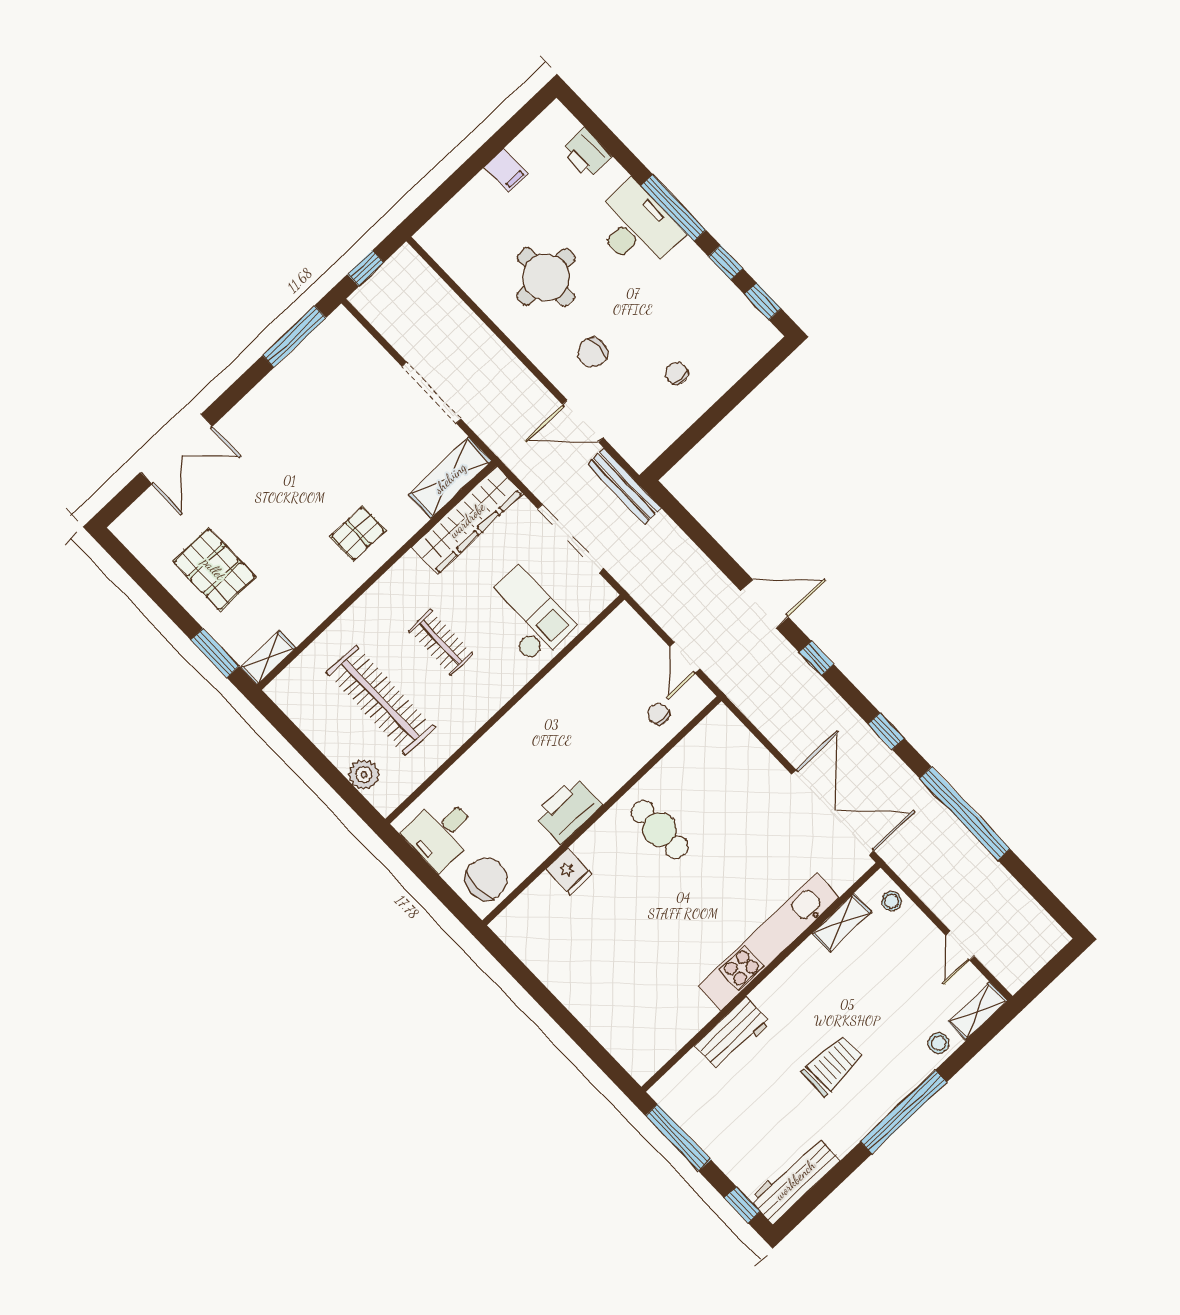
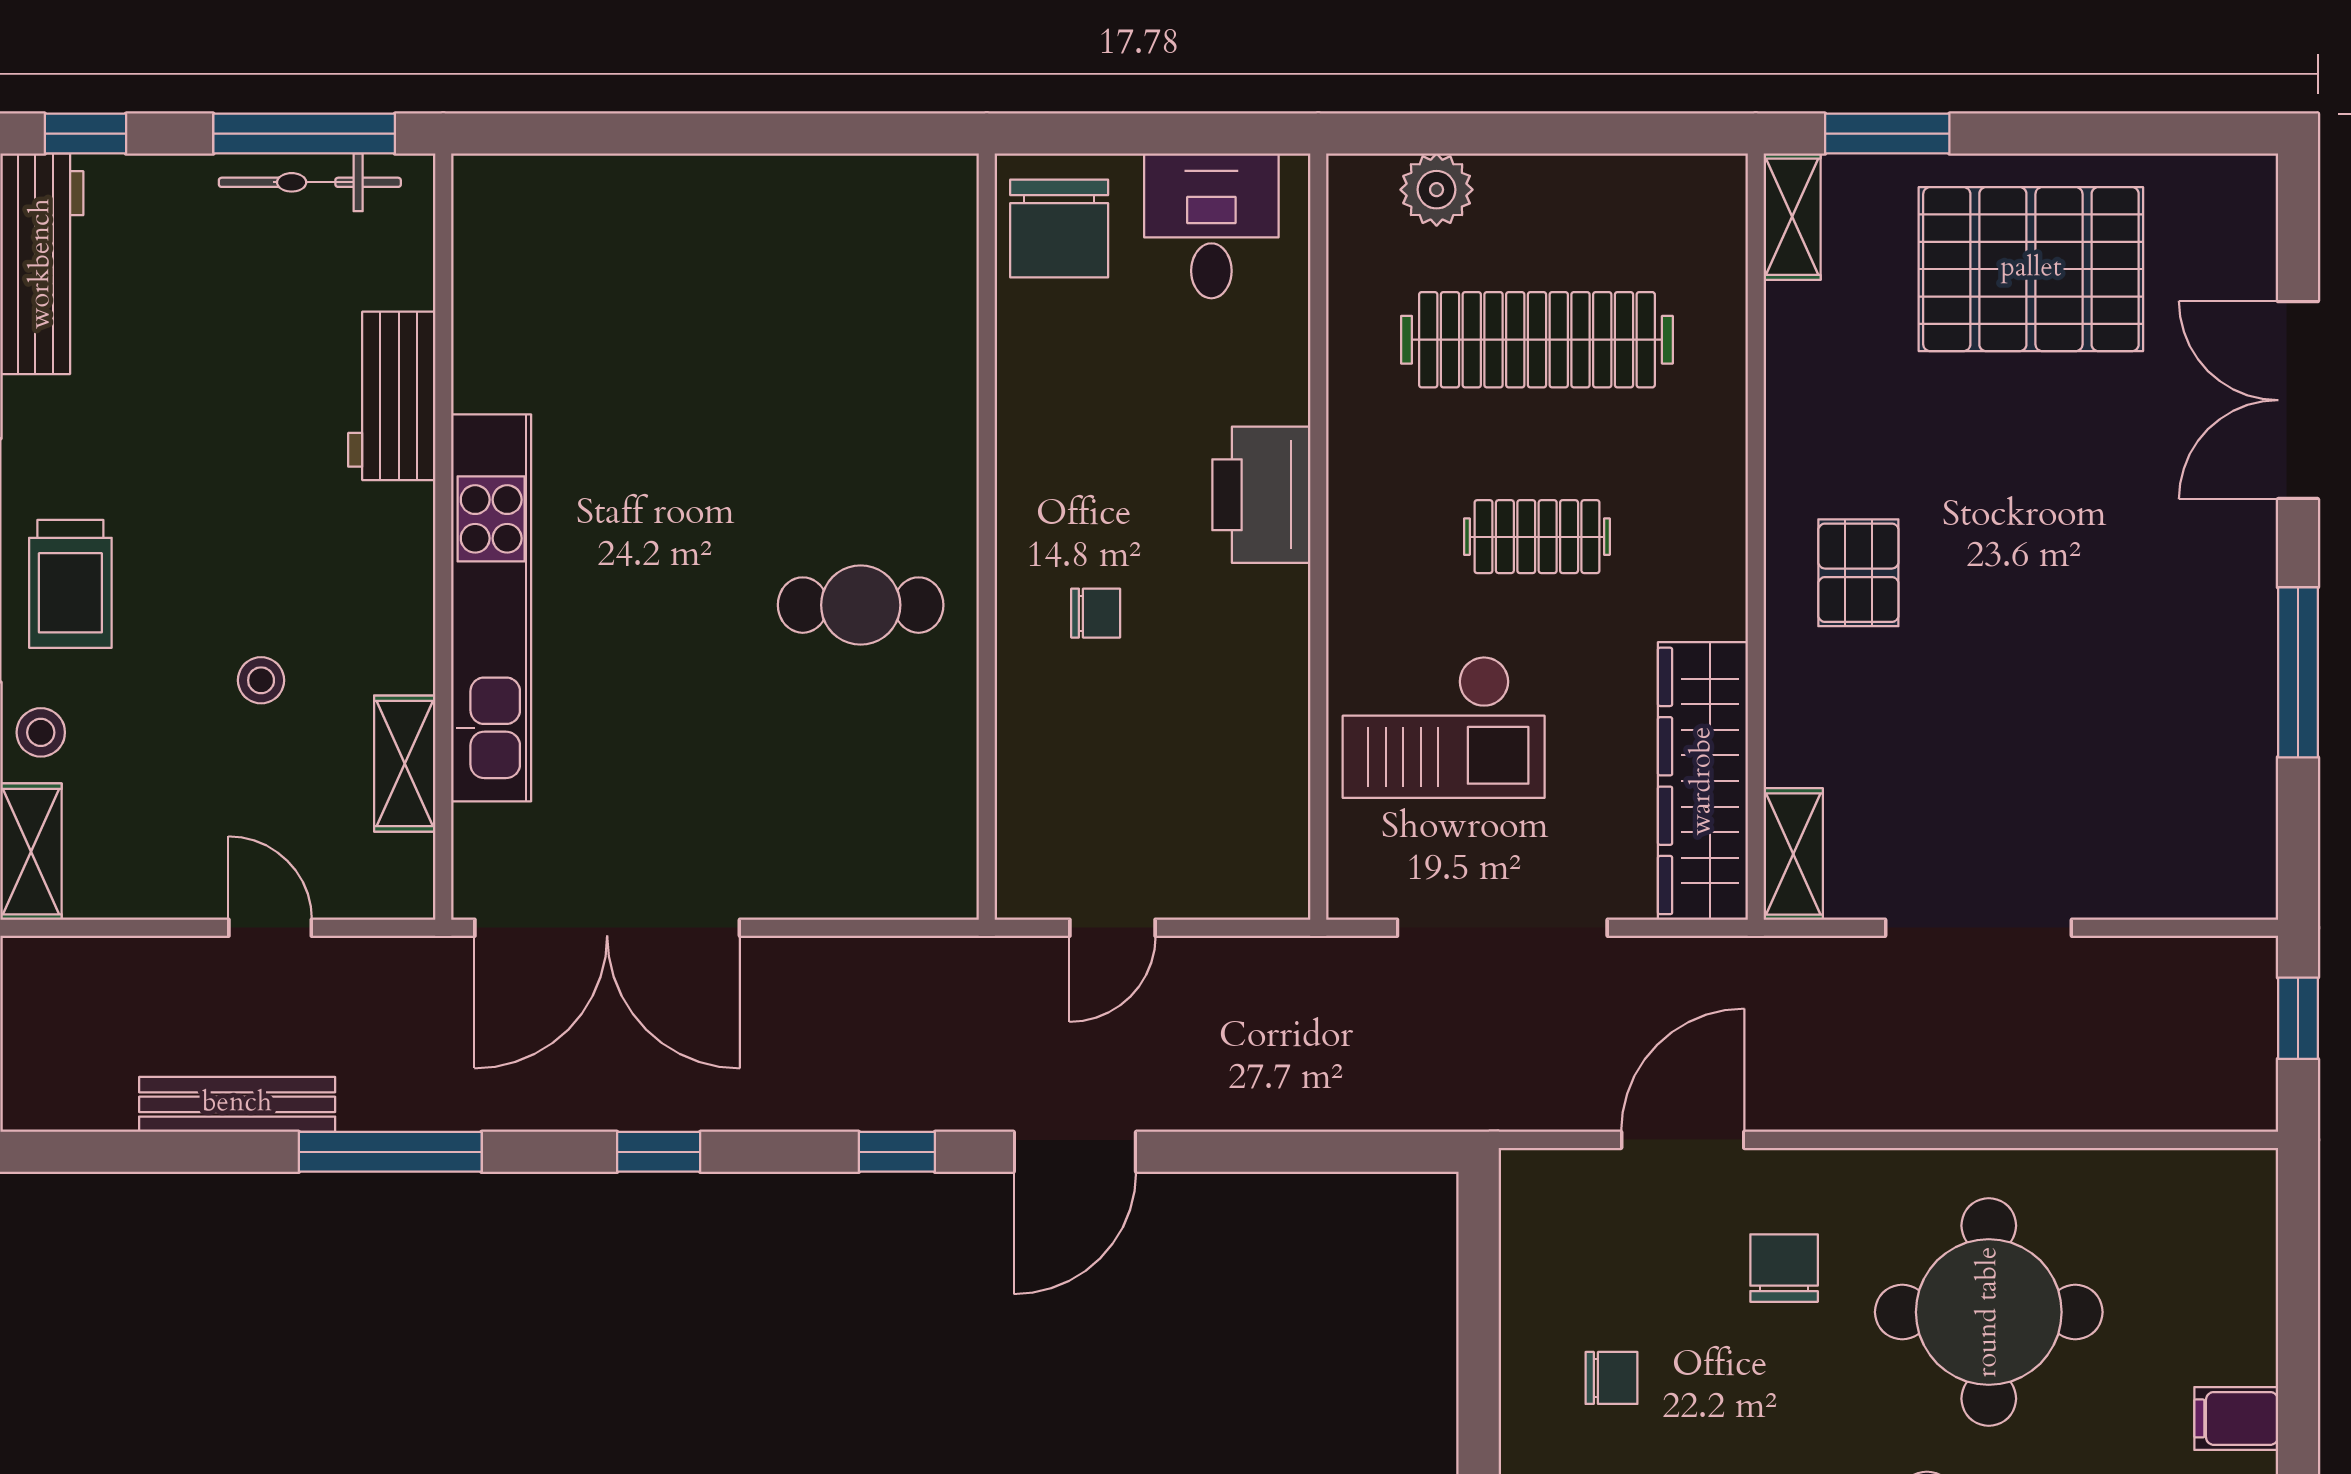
round table: (546, 277) -> (1989, 1312), width x1.36, depth x1.36
window: (294, 337) -> (2298, 672), moved
shelving: (450, 478) -> (1793, 854), width x0.67, depth x0.75
bench: (624, 486) -> (237, 1104), moved
pallet: (214, 569) -> (2031, 269), width x1.37, depth x1.41
door: (685, 658) -> (1113, 928), swing flipped
chair: (659, 714) -> (1096, 613), moved
printer: (568, 810) -> (1261, 495), moved, turned 180
window: (965, 813) -> (390, 1152), width x0.68
fridge: (569, 872) -> (936, 382), removed
stool: (892, 901) -> (261, 680), moved
door: (960, 946) -> (270, 928), moved
trolley: (832, 1065) -> (70, 584), moved
bicycle: (691, 1122) -> (310, 182), added

